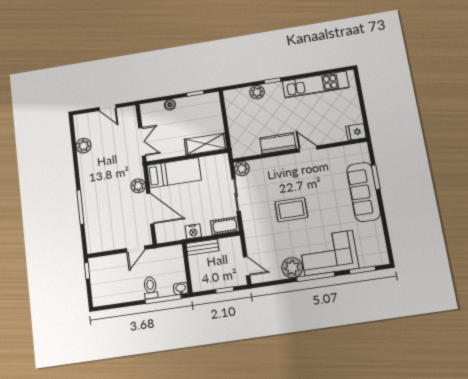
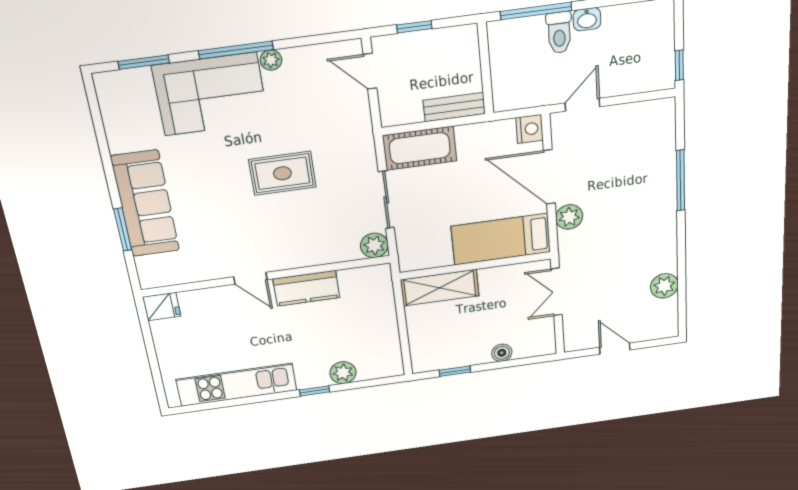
cot: (225, 226) -> (420, 148), width x1.37, depth x1.34
nightstand: (193, 231) -> (530, 129), moved, turned 90
plant: (292, 268) -> (271, 60), width x0.53, depth x0.53
washbasin: (181, 288) -> (587, 19), moved

